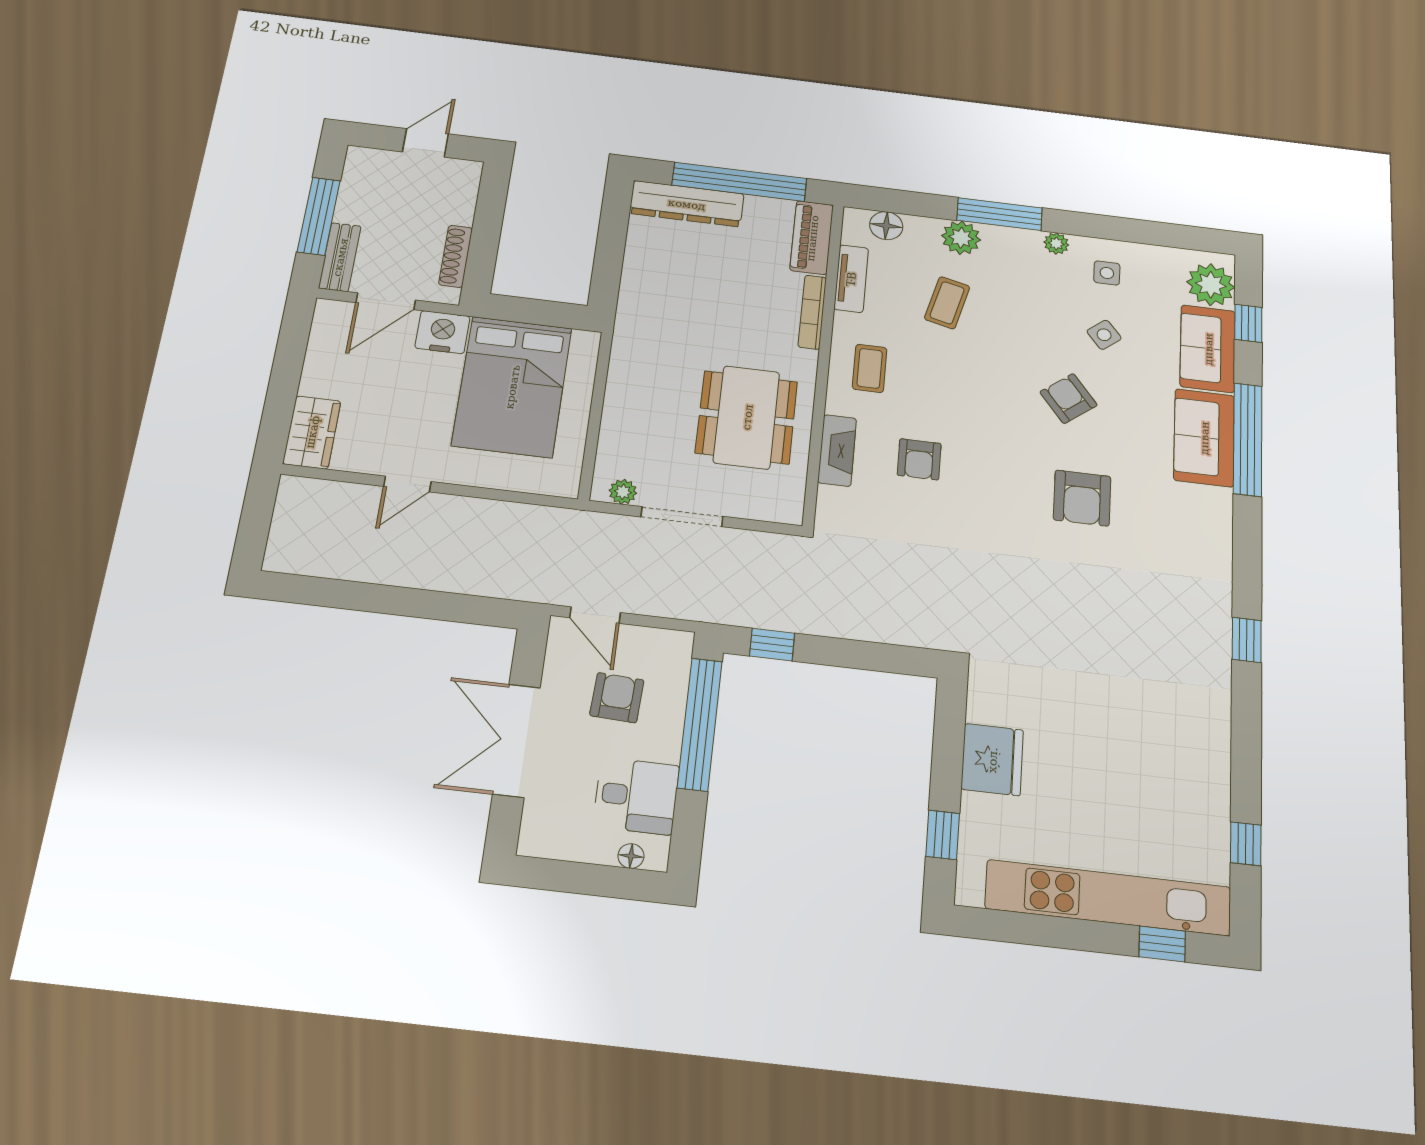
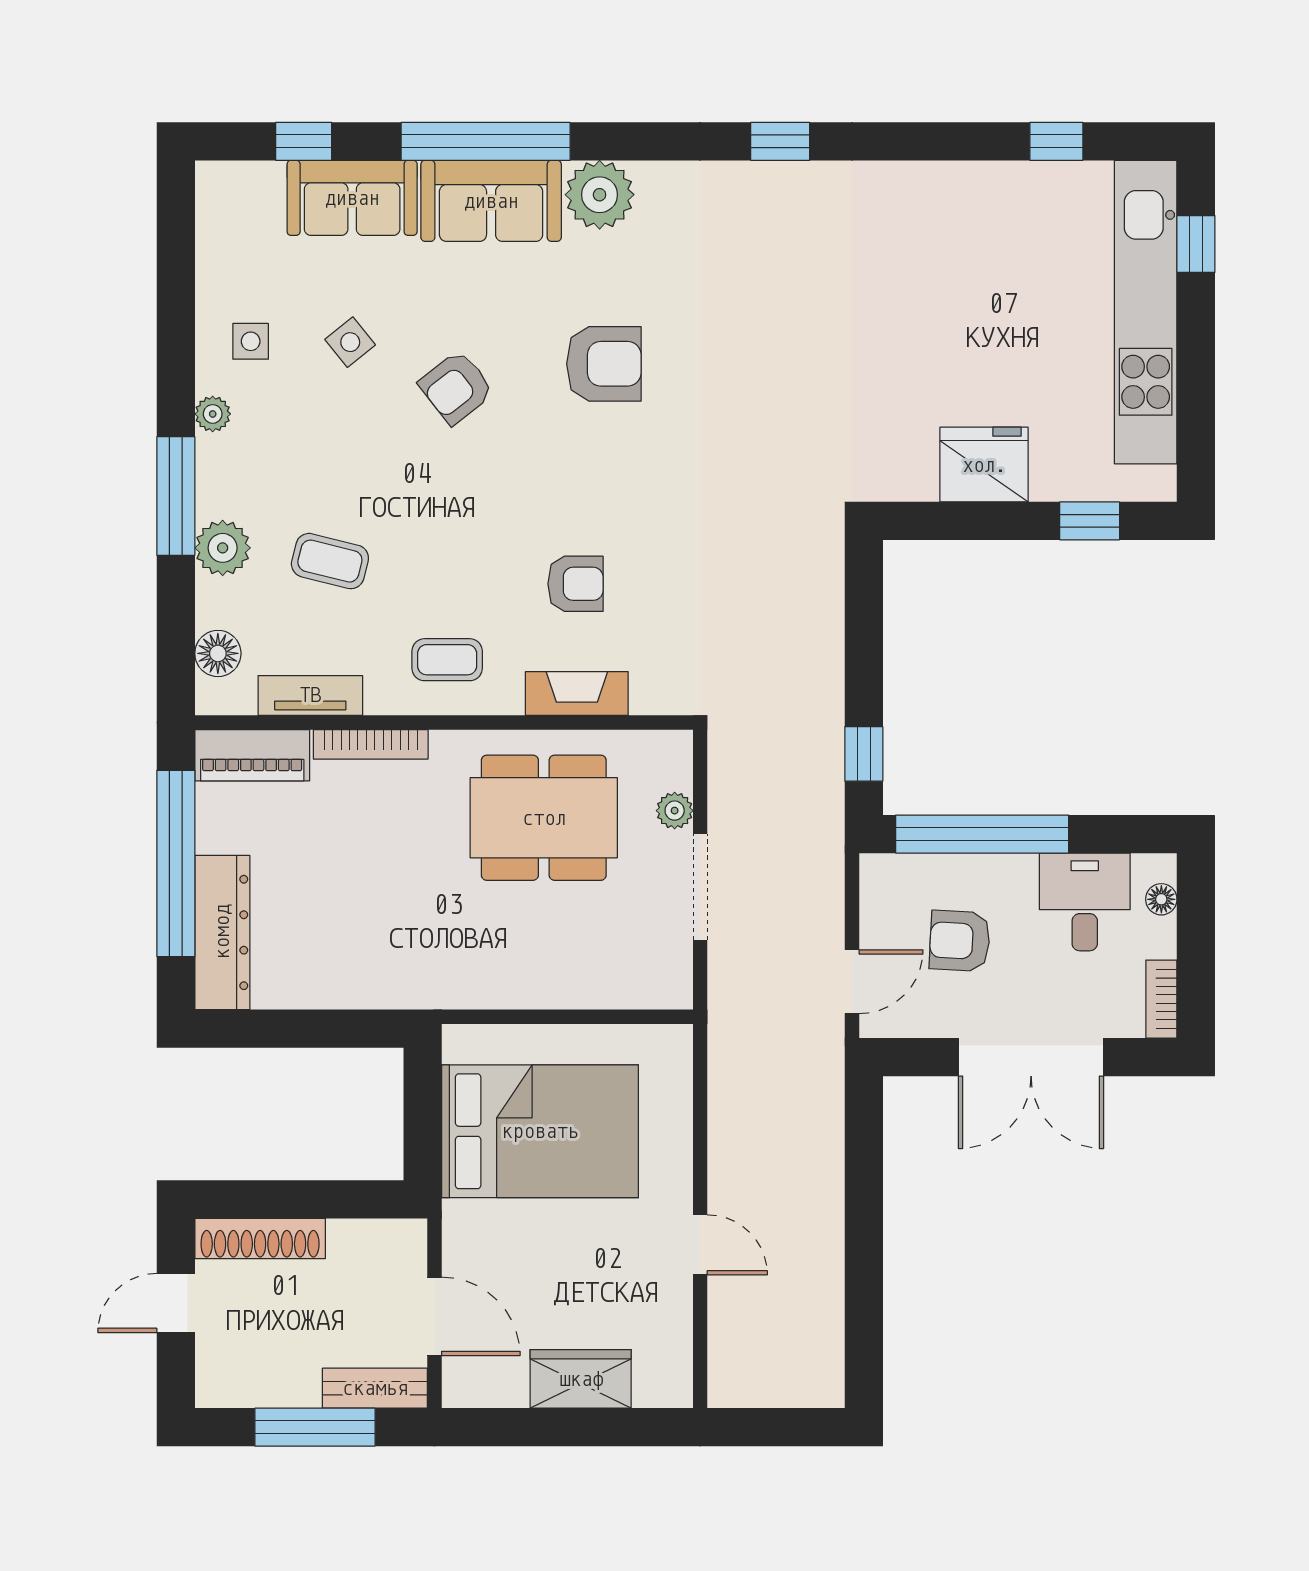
door: (425, 143) -> (176, 1303), hinge flipped
shoe rack: (456, 256) -> (260, 1239), moved, width x1.36, depth x1.24
plant: (1211, 285) -> (600, 195), moved
nightstand: (442, 332) -> (471, 1234), removed
wardrobe: (312, 432) -> (581, 1379), moved
plant: (623, 492) -> (675, 811), moved
bookcase: (549, 847) -> (1161, 999), added

